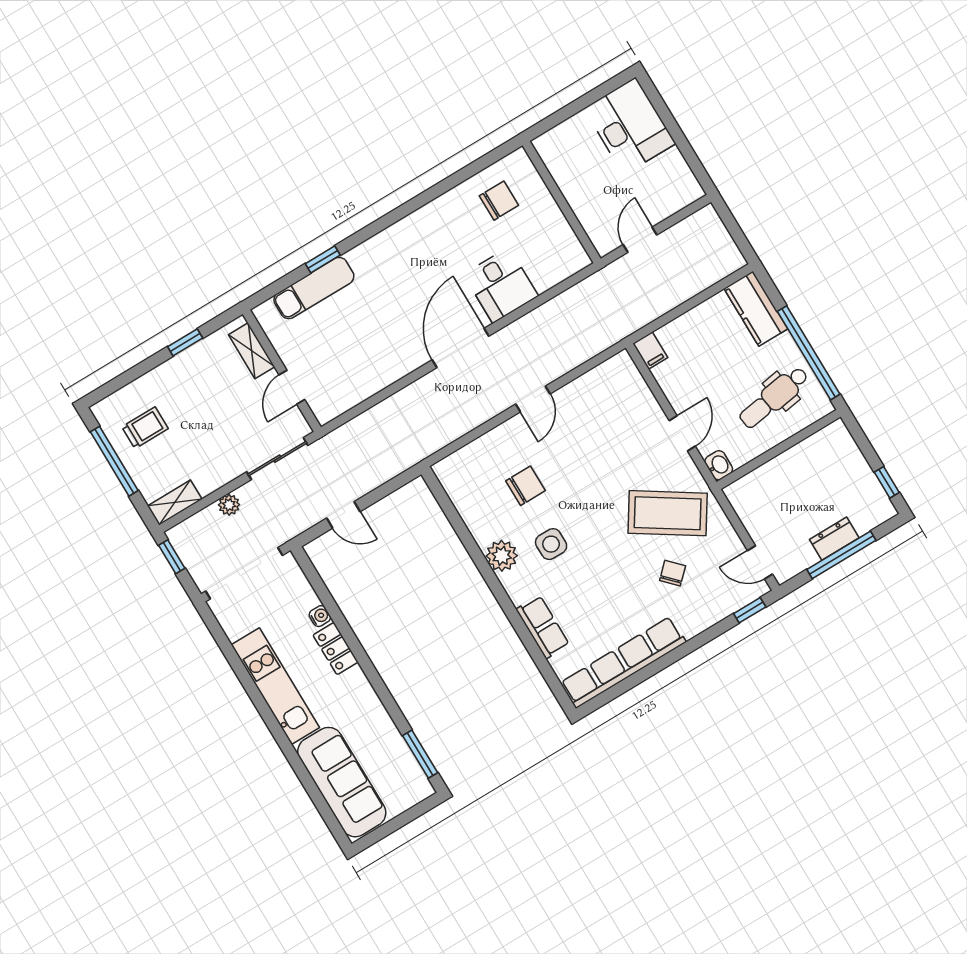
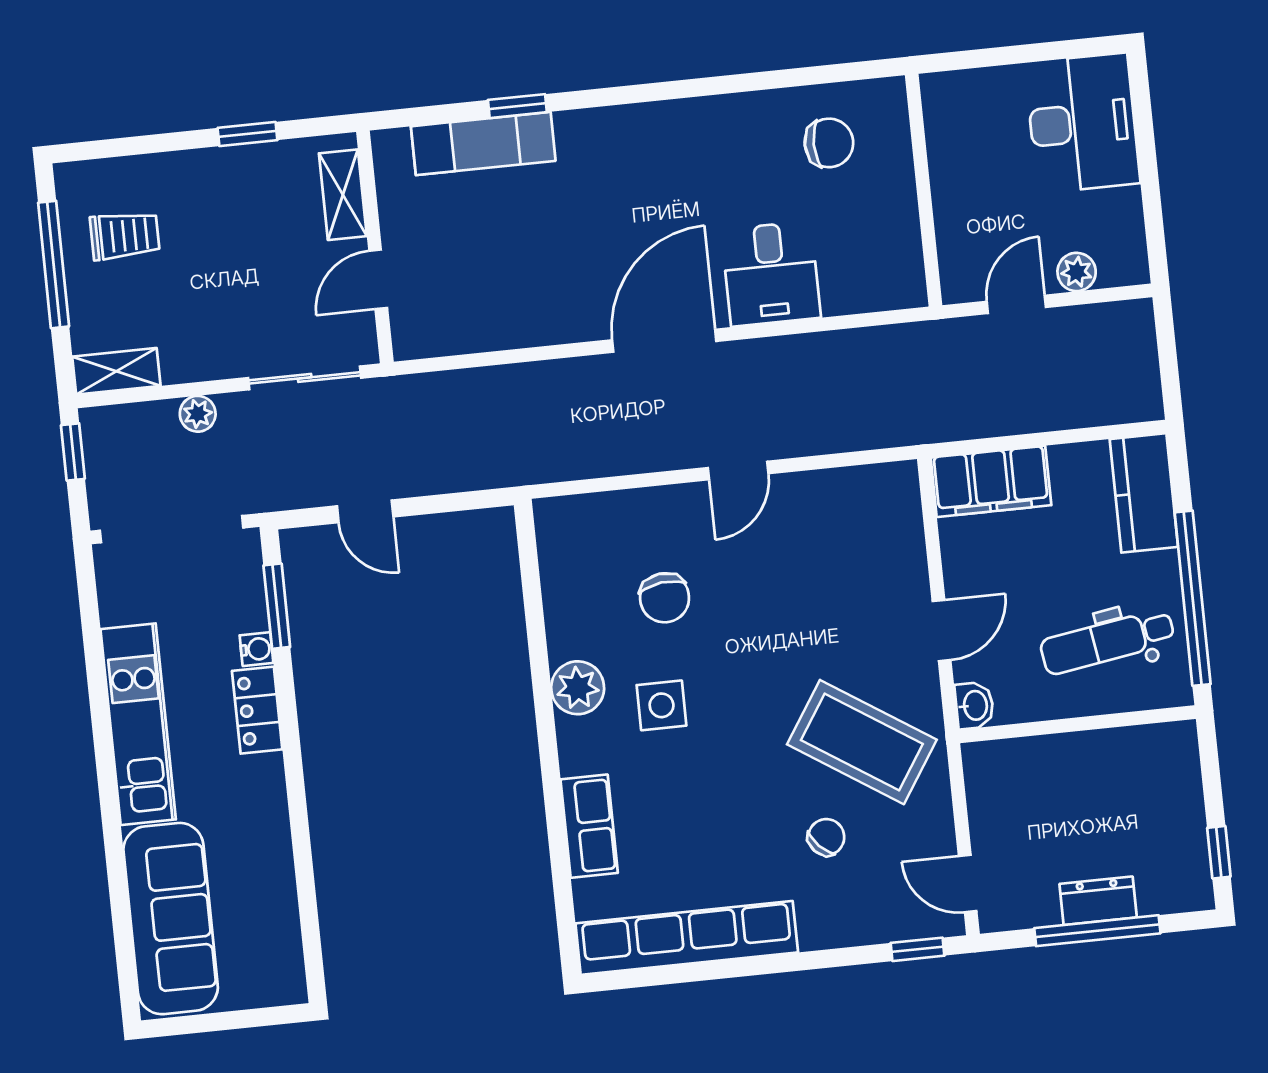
plant: (664, 207) -> (1077, 272), added
filing cabinet: (650, 351) -> (991, 481), width x3.00, depth x1.17
chair: (526, 486) -> (665, 598), turned 83
window: (420, 754) -> (277, 606), moved

